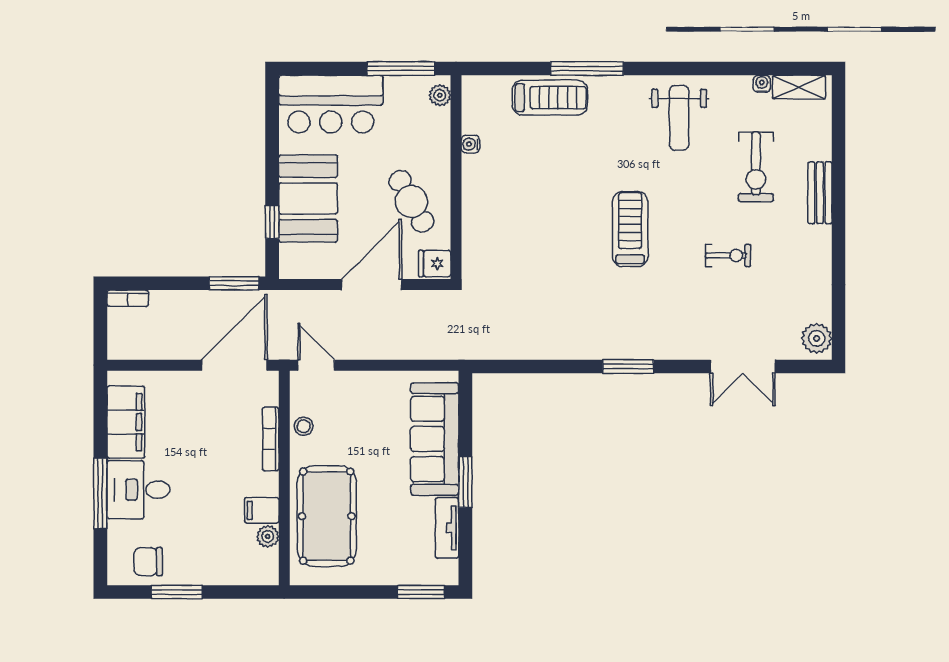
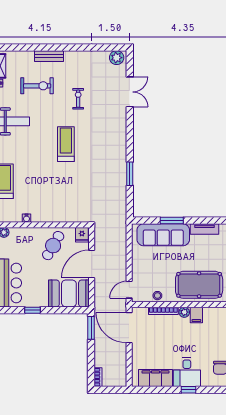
booth: (308, 199) -> (69, 293), moved
cafe table: (411, 201) -> (53, 246), turned -31
window: (272, 222) -> (33, 310), moved
treadmill: (630, 229) -> (66, 144), turned 90
door: (372, 285) -> (92, 264), hinge flipped
window: (628, 366) -> (130, 174), moved
window: (465, 482) -> (172, 221), moved
window: (100, 493) -> (189, 390), width x0.46
plant: (268, 536) -> (184, 312), moved

